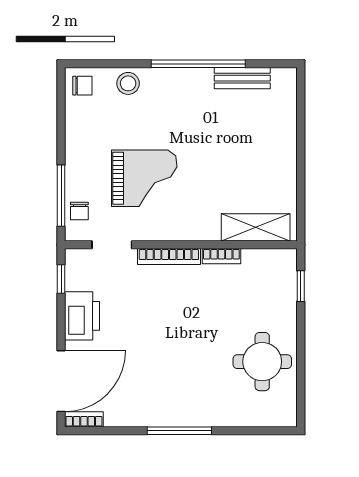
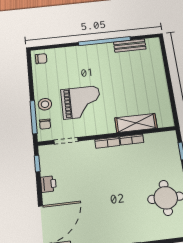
stool: (128, 83) -> (45, 104), moved
shelving: (256, 227) -> (136, 123), moved
bookcase: (169, 257) -> (107, 143), width x0.64
printer: (82, 316) -> (48, 184), width x0.53, depth x0.68

